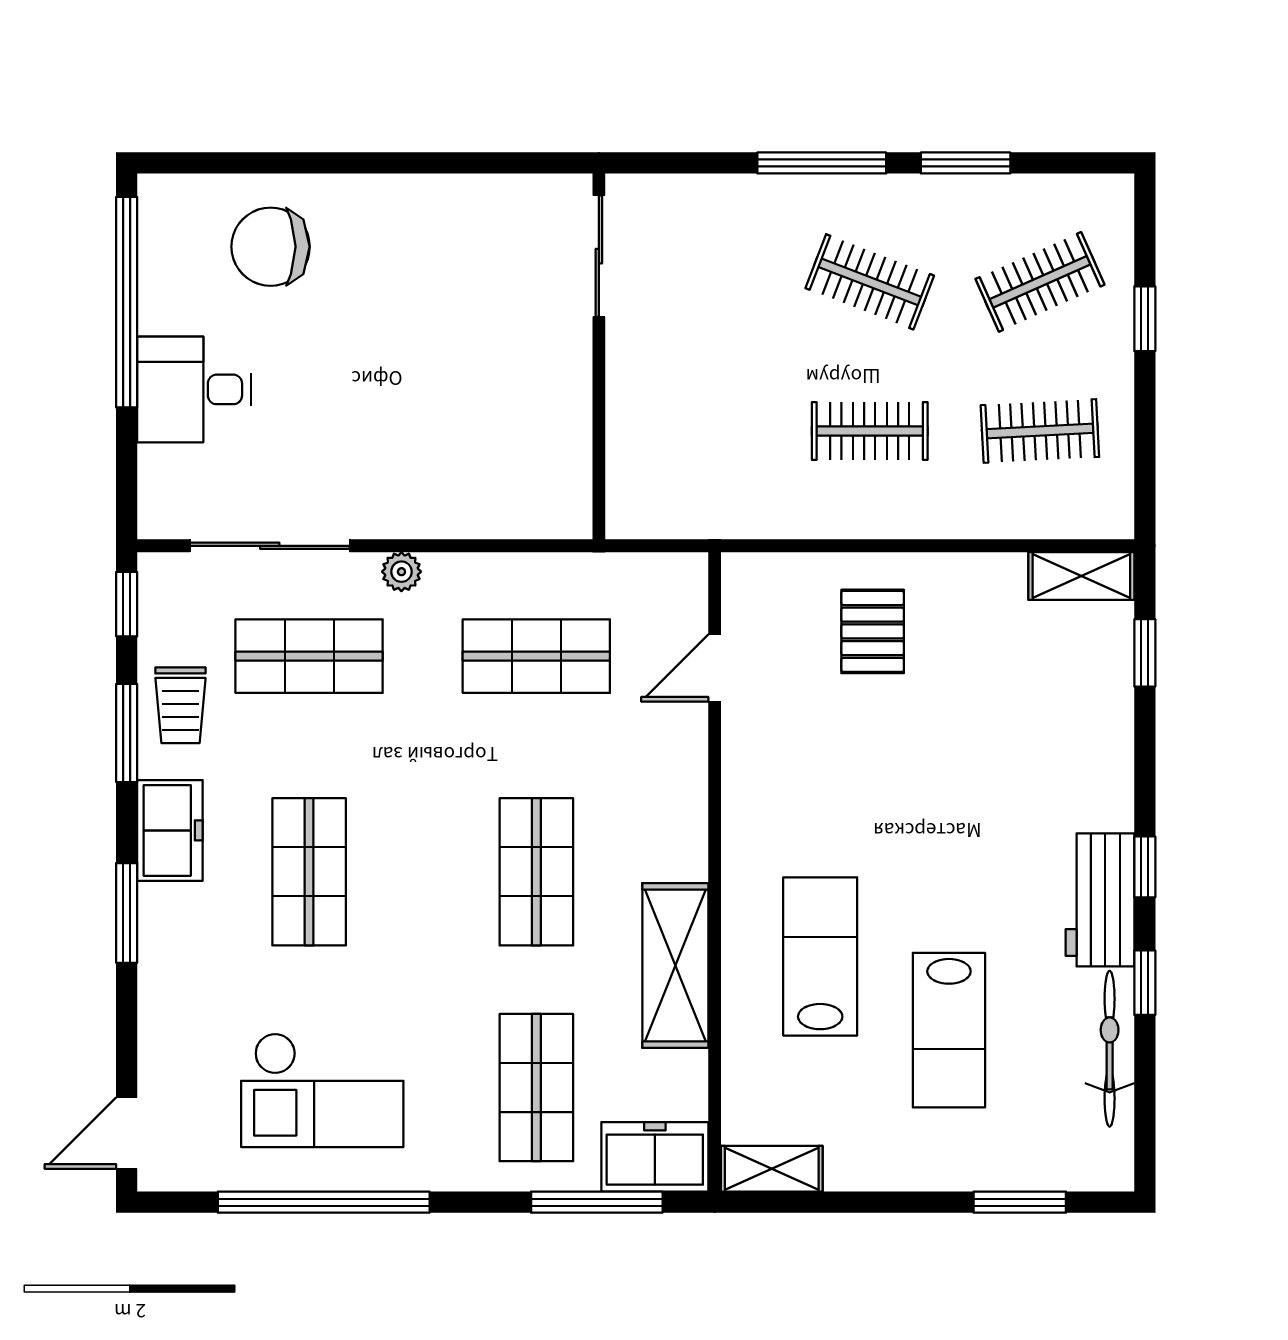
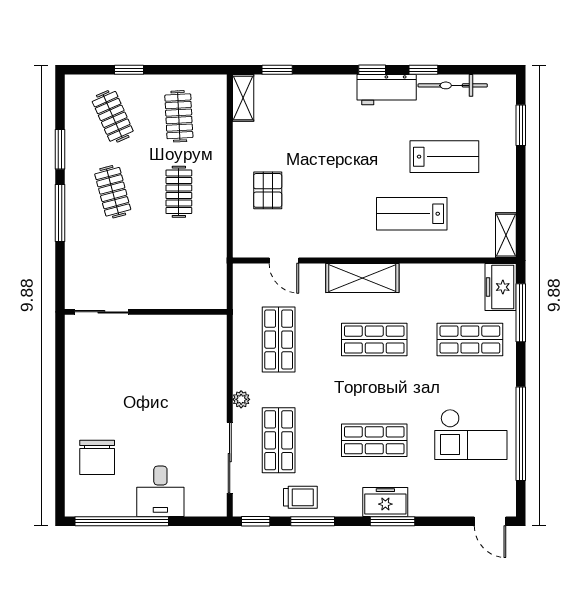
clothes rail: (870, 282) -> (113, 192), turned -36
pallet: (873, 631) -> (268, 190), turned 90
freezer: (170, 830) -> (385, 502), moved
shelving: (675, 966) -> (362, 278), moved
checkout: (322, 1090) -> (471, 434), turned 90

